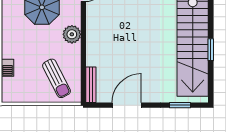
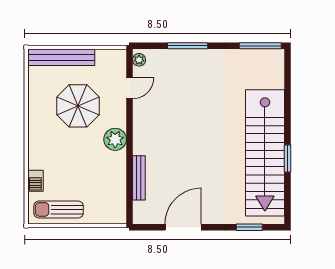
sun lounger: (56, 78) -> (59, 209), moved, turned 117
bench: (91, 85) -> (139, 178), moved

